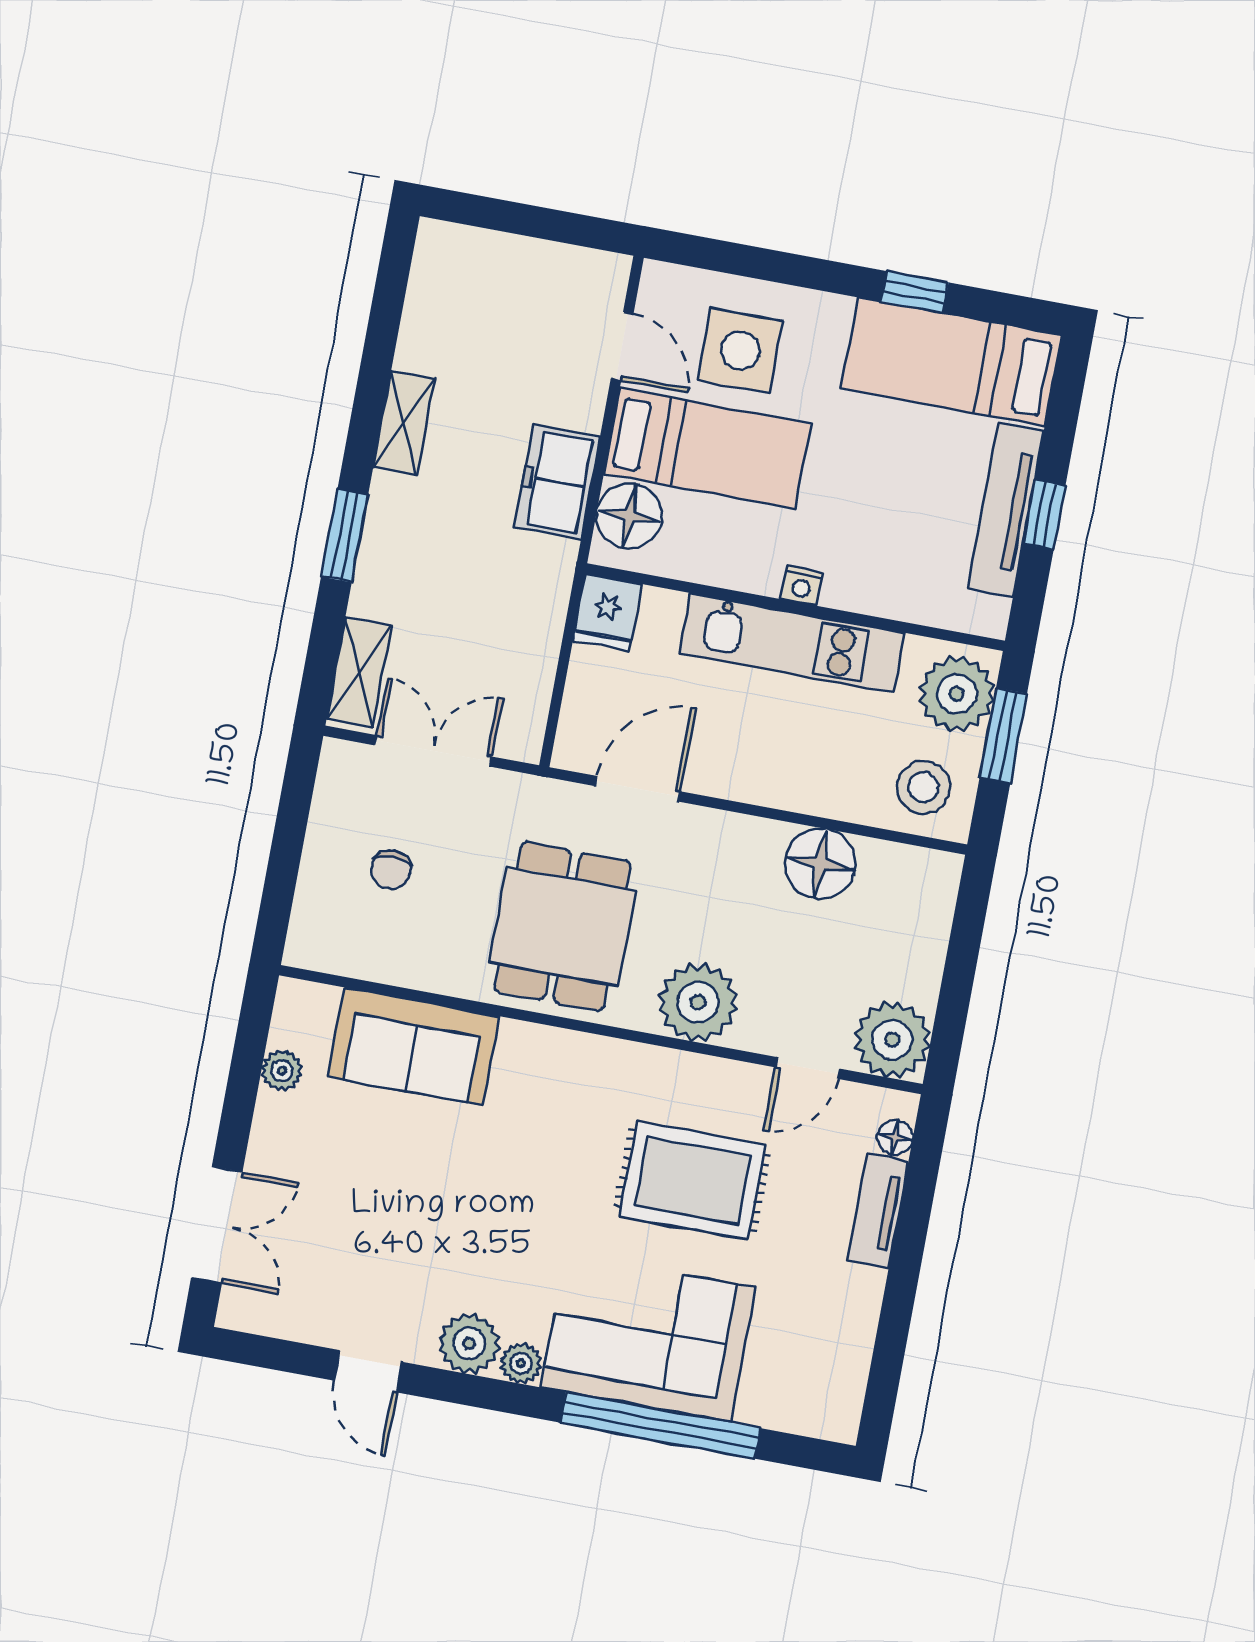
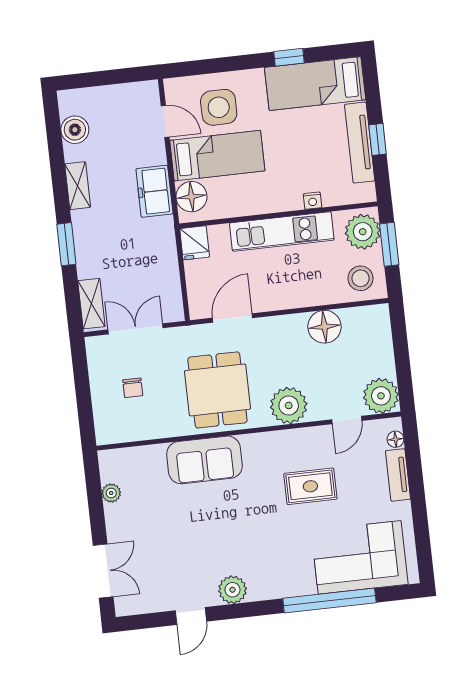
boiler: (433, 307) -> (75, 130), added
nightstand: (801, 586) -> (312, 201), moved
sofa: (414, 1047) -> (204, 460), moved
rug: (692, 1181) -> (310, 486), width x0.73, depth x0.70
corner sofa: (648, 1338) -> (360, 557), moved
plant: (521, 1363) -> (258, 592), removed
door: (368, 1371) -> (191, 616), hinge flipped

